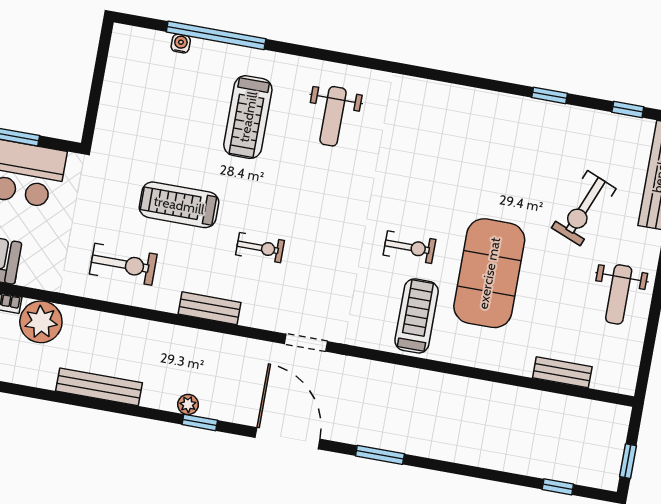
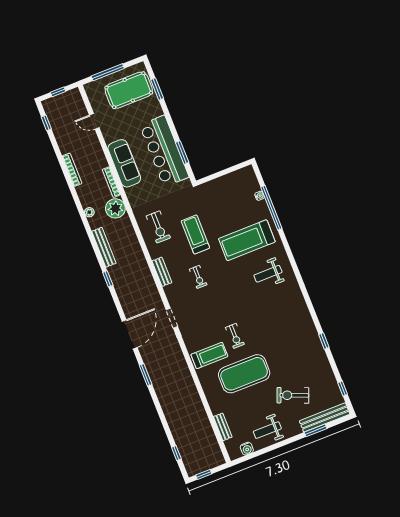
window: (550, 95) -> (324, 341), moved
treadmill: (248, 117) -> (247, 240), width x1.37, depth x1.38
water cooler: (629, 353) -> (247, 449), added
plant: (188, 404) -> (89, 212), moved
window: (200, 422) -> (108, 279), moved

